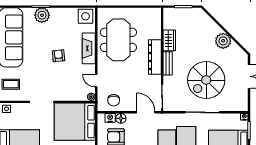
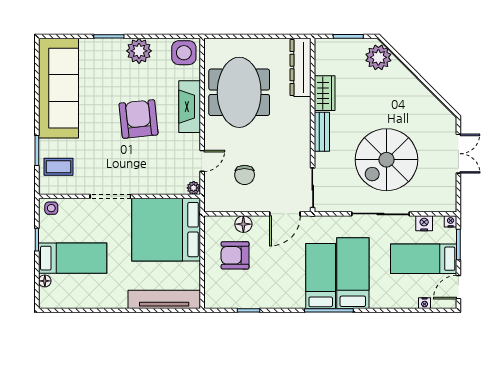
plant: (42, 15) -> (139, 51), moved
plant: (223, 41) -> (378, 57), moved
armchair: (58, 56) -> (139, 119), width x1.88, depth x1.88
dresser: (155, 57) -> (300, 67), moved
door: (96, 81) -> (202, 161), swing flipped
chair: (114, 100) -> (245, 175), moved
door: (146, 112) -> (285, 214), swing flipped
nightstand: (110, 118) -> (424, 223), moved

